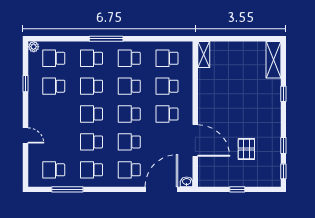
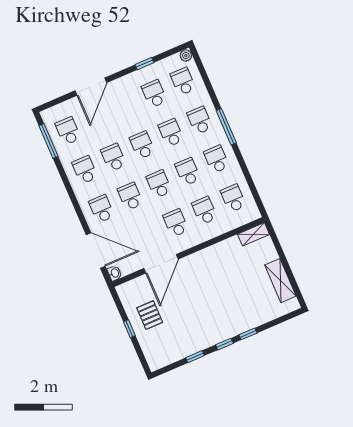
shelving: (273, 60) -> (280, 281), moved, turned 90
door: (26, 136) -> (91, 87), width x1.87
pallet: (246, 149) -> (150, 315), moved, turned 90
window: (283, 171) -> (224, 344), moved
window: (67, 189) -> (49, 141), moved

